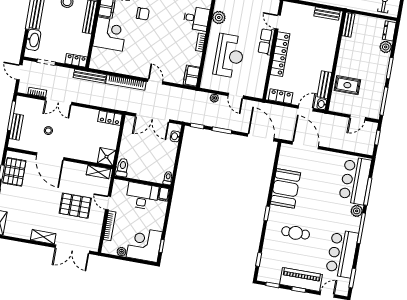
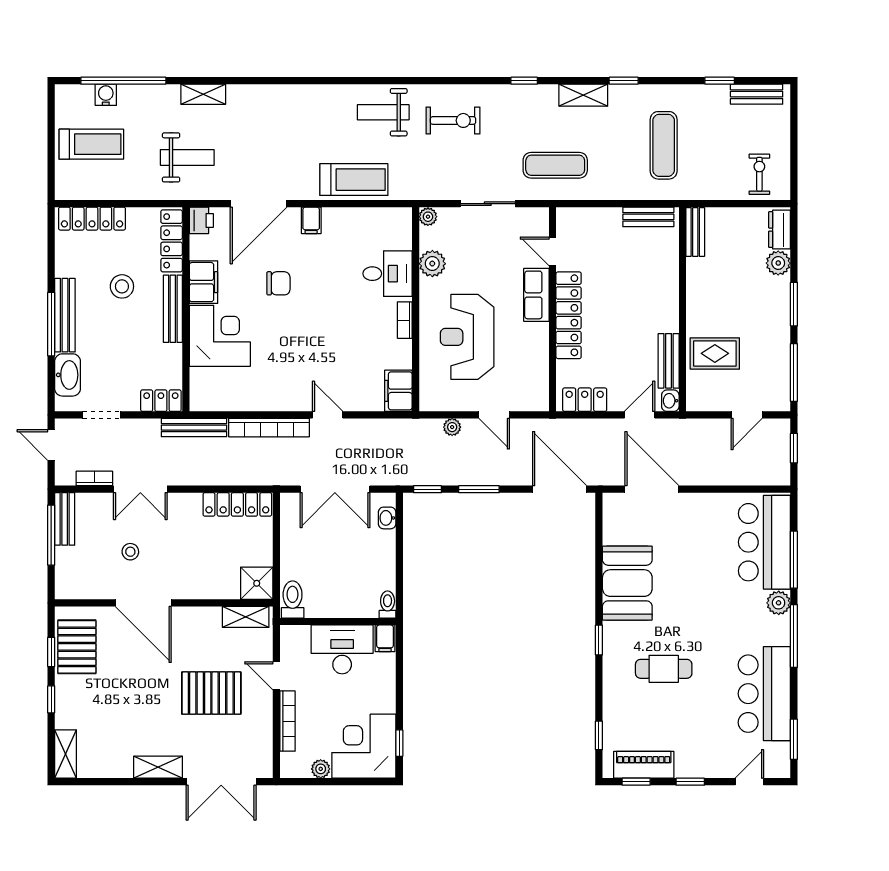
reception desk: (229, 56) -> (467, 337), turned 180
locker: (110, 118) -> (237, 504), width x1.53
bench: (16, 127) -> (65, 519), moved
piano: (301, 279) -> (644, 765), moved, width x0.73, depth x0.75

